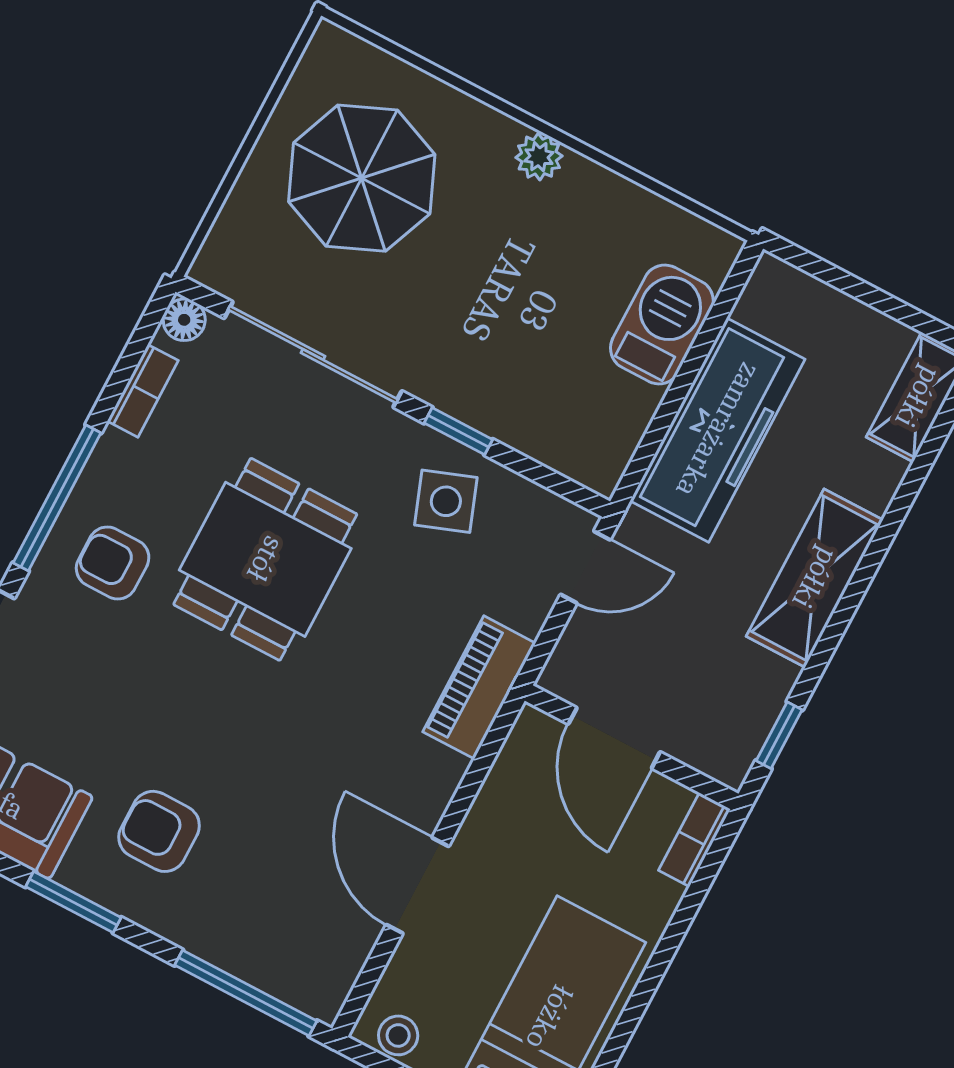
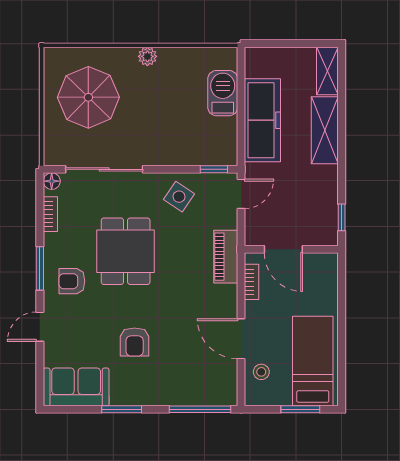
window: (458, 431) -> (214, 169), moved
window: (57, 498) -> (40, 268), width x0.69
side table: (446, 501) -> (179, 197), turned -36
shelving: (815, 578) -> (325, 130), moved
armchair: (159, 831) -> (135, 342), moved, turned -90
bookcase: (695, 840) -> (252, 282), moved, turned 180
stool: (398, 1035) -> (261, 372), moved

